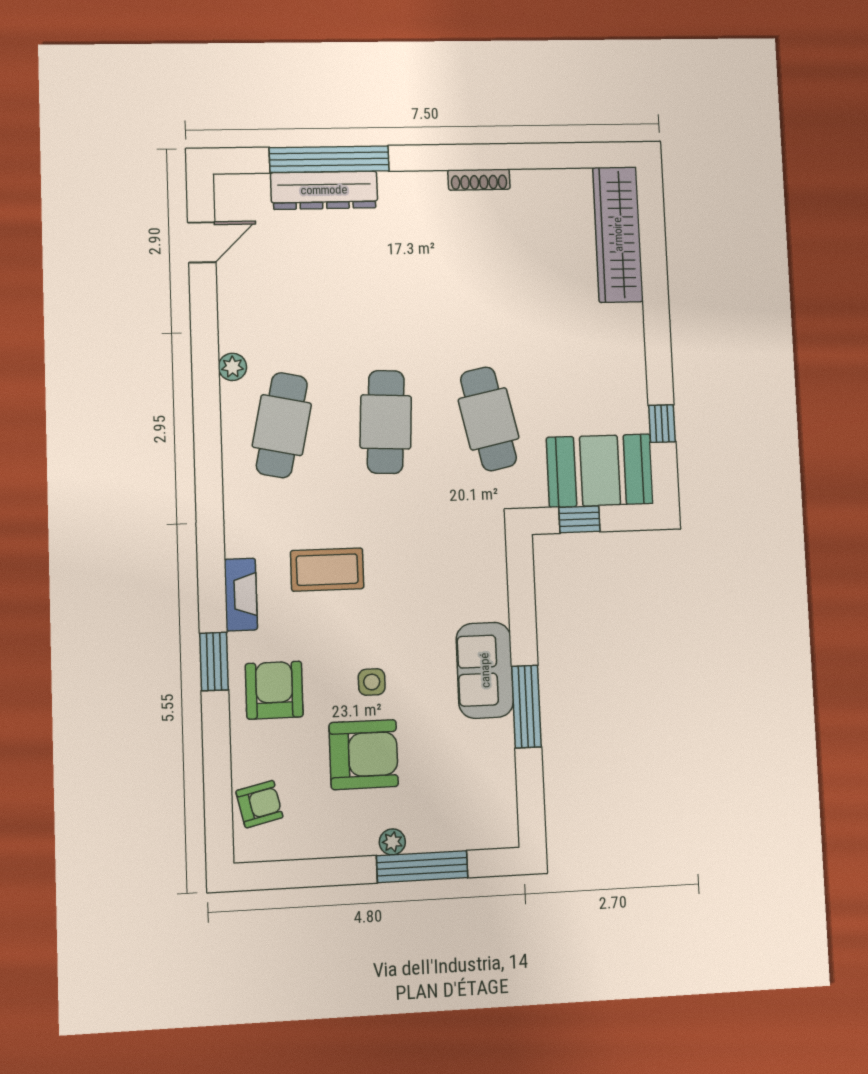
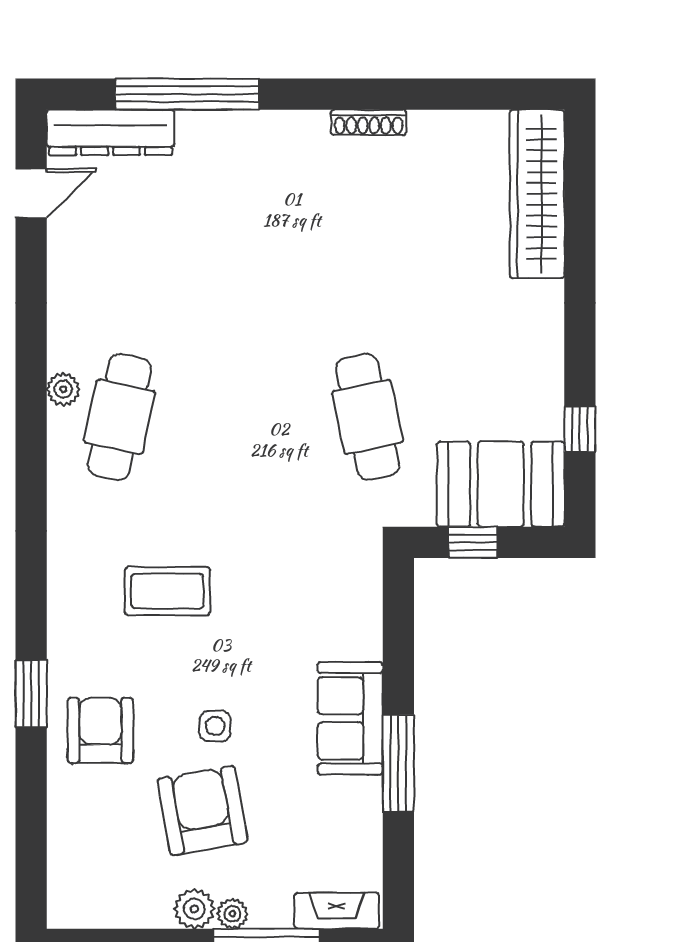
dresser: (324, 190) -> (111, 132), moved
plant: (232, 367) -> (63, 389), moved
cafe table: (386, 422) -> (244, 417), removed
fireplace: (241, 595) -> (337, 911), moved, turned -90
armchair: (364, 755) -> (203, 811), turned -100
armchair: (259, 804) -> (79, 862), removed
plant: (360, 839) -> (194, 909), added

